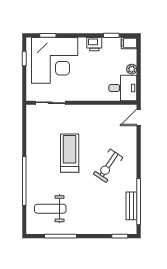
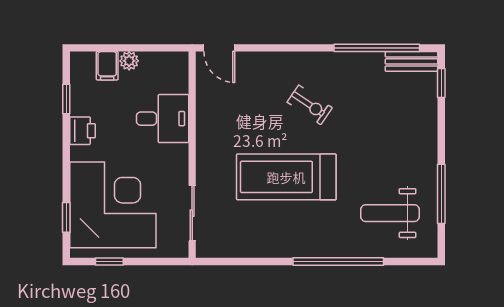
filing cabinet: (129, 43) -> (107, 66), moved
desk: (123, 88) -> (163, 119), moved, turned 90
treadmill: (70, 153) -> (286, 177), width x1.37, depth x1.38
exercise bike: (108, 166) -> (310, 105), width x0.73, depth x0.72
bench: (131, 206) -> (412, 61), moved
weight bench: (50, 209) -> (390, 213), turned 90

